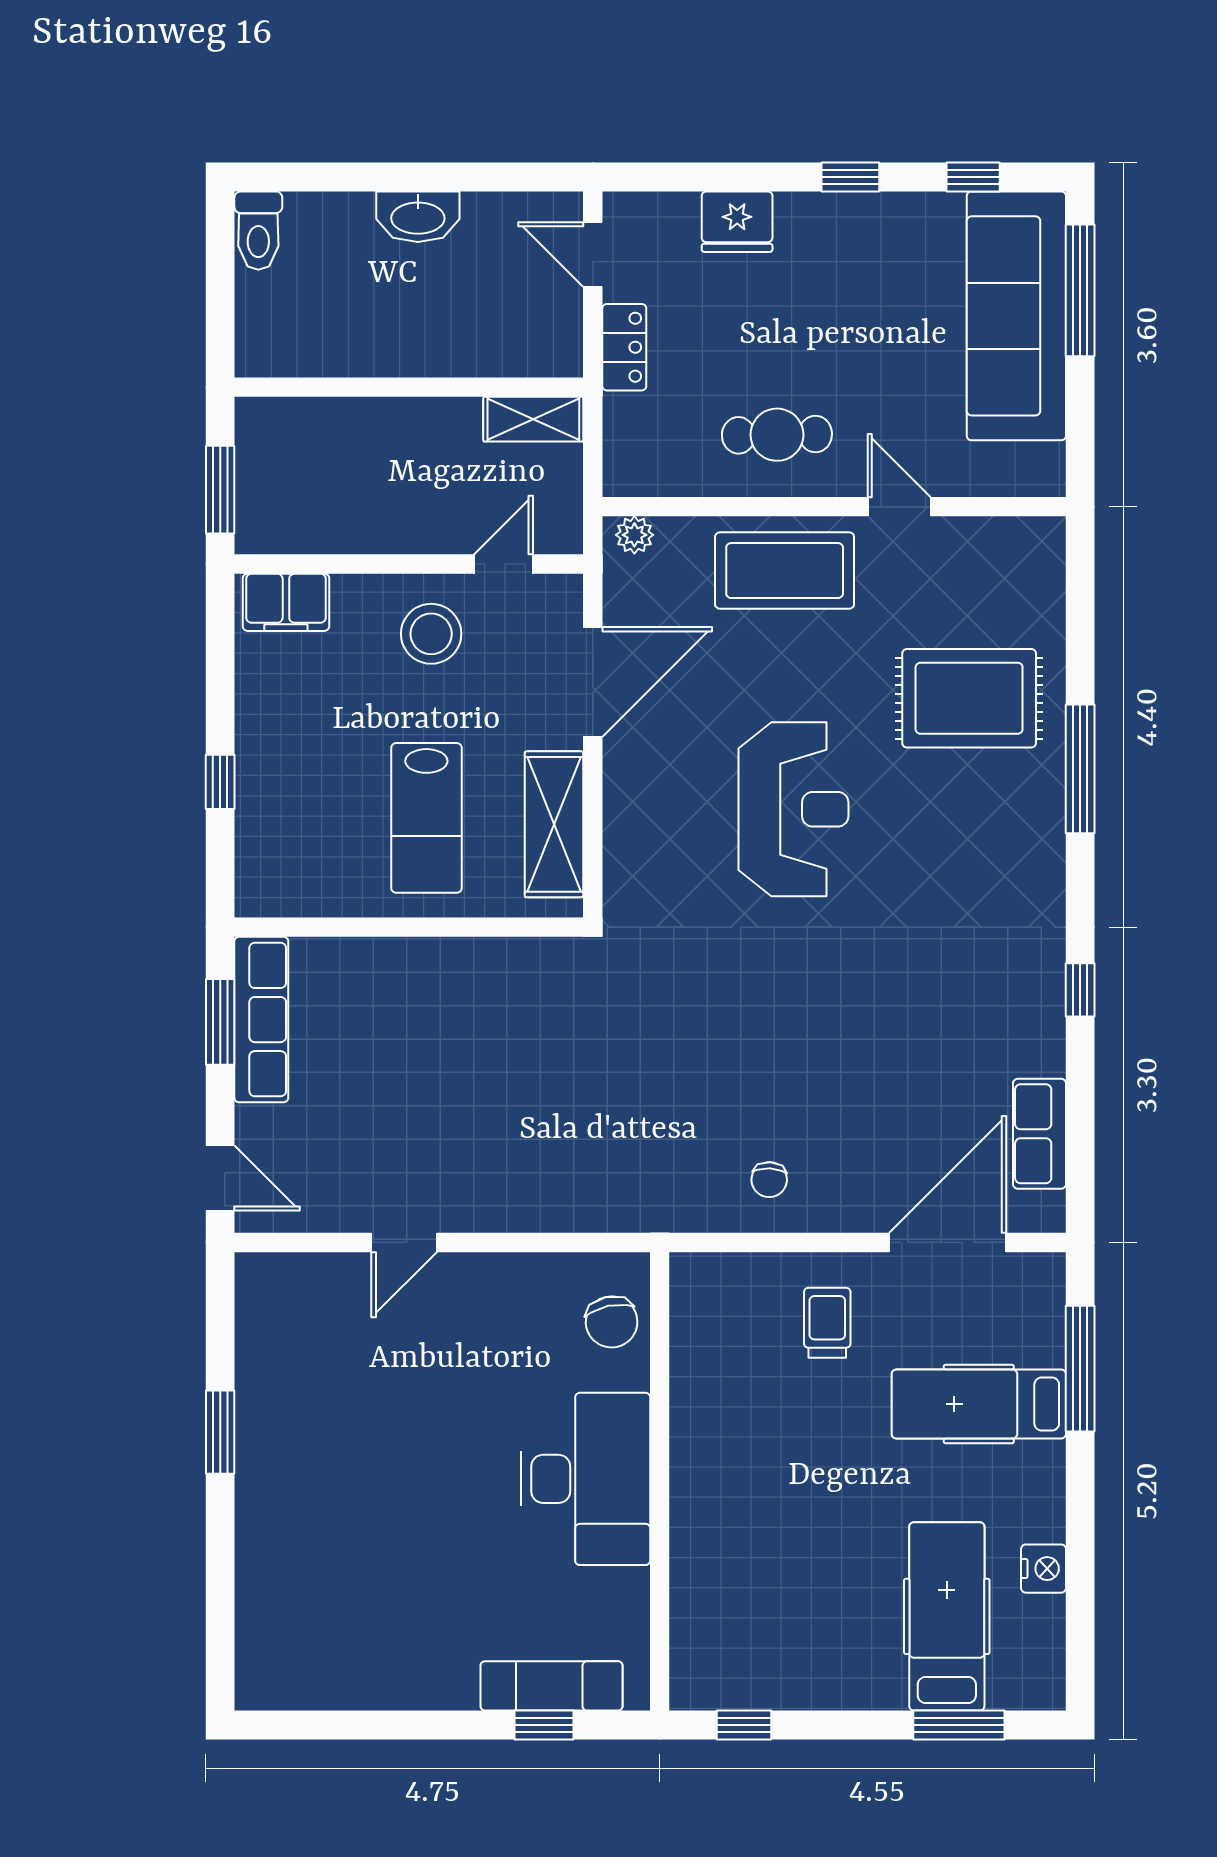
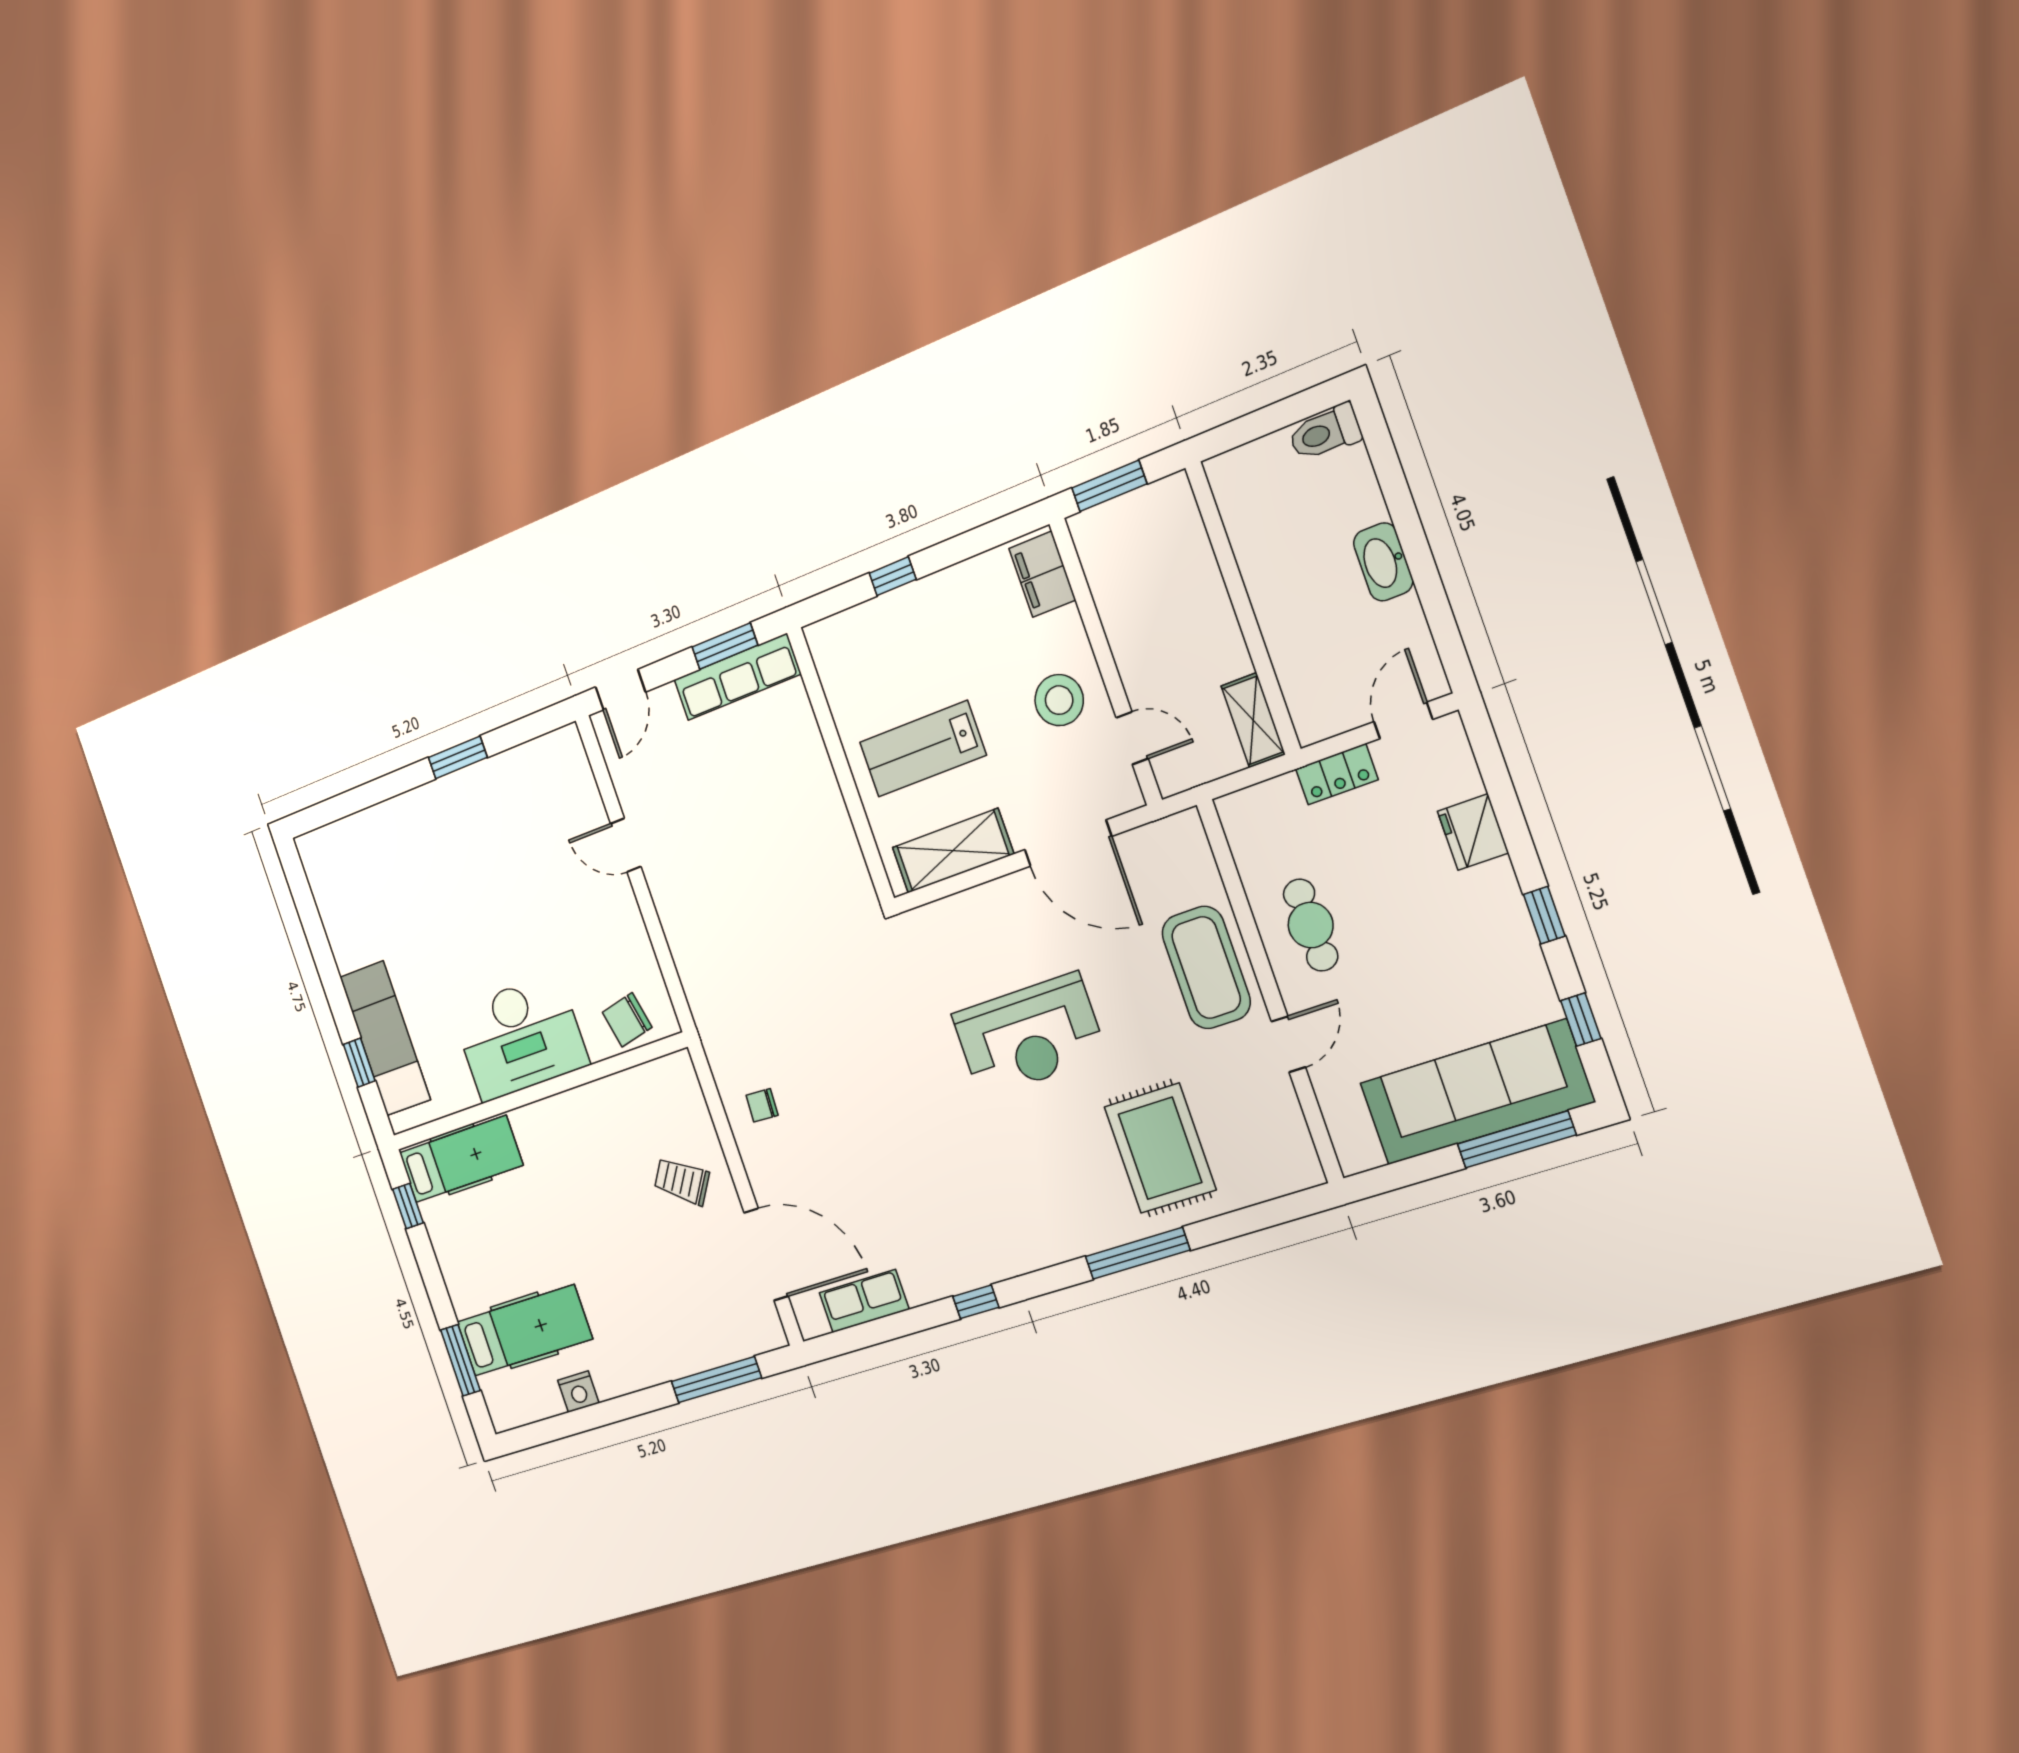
plant: (634, 535) -> (1191, 836), removed
trolley: (827, 1323) -> (682, 1181), turned -146
hospital bed: (979, 1404) -> (461, 1159), moved, turned 90
exam couch: (551, 1686) -> (385, 1038), width x1.36, depth x1.45

